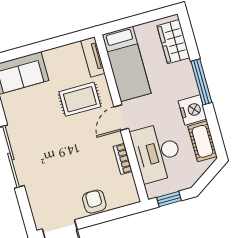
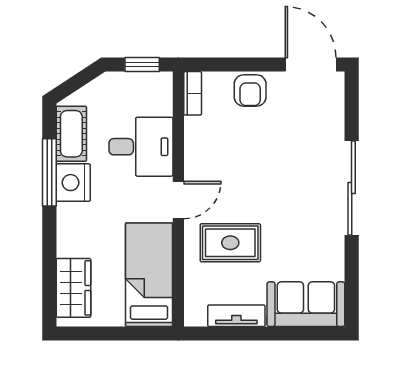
tv unit: (93, 57) -> (236, 316), moved, turned -90
window: (201, 82) -> (49, 172), moved
desk: (157, 153) -> (141, 147), width x0.73
bookcase: (123, 159) -> (193, 93), moved

